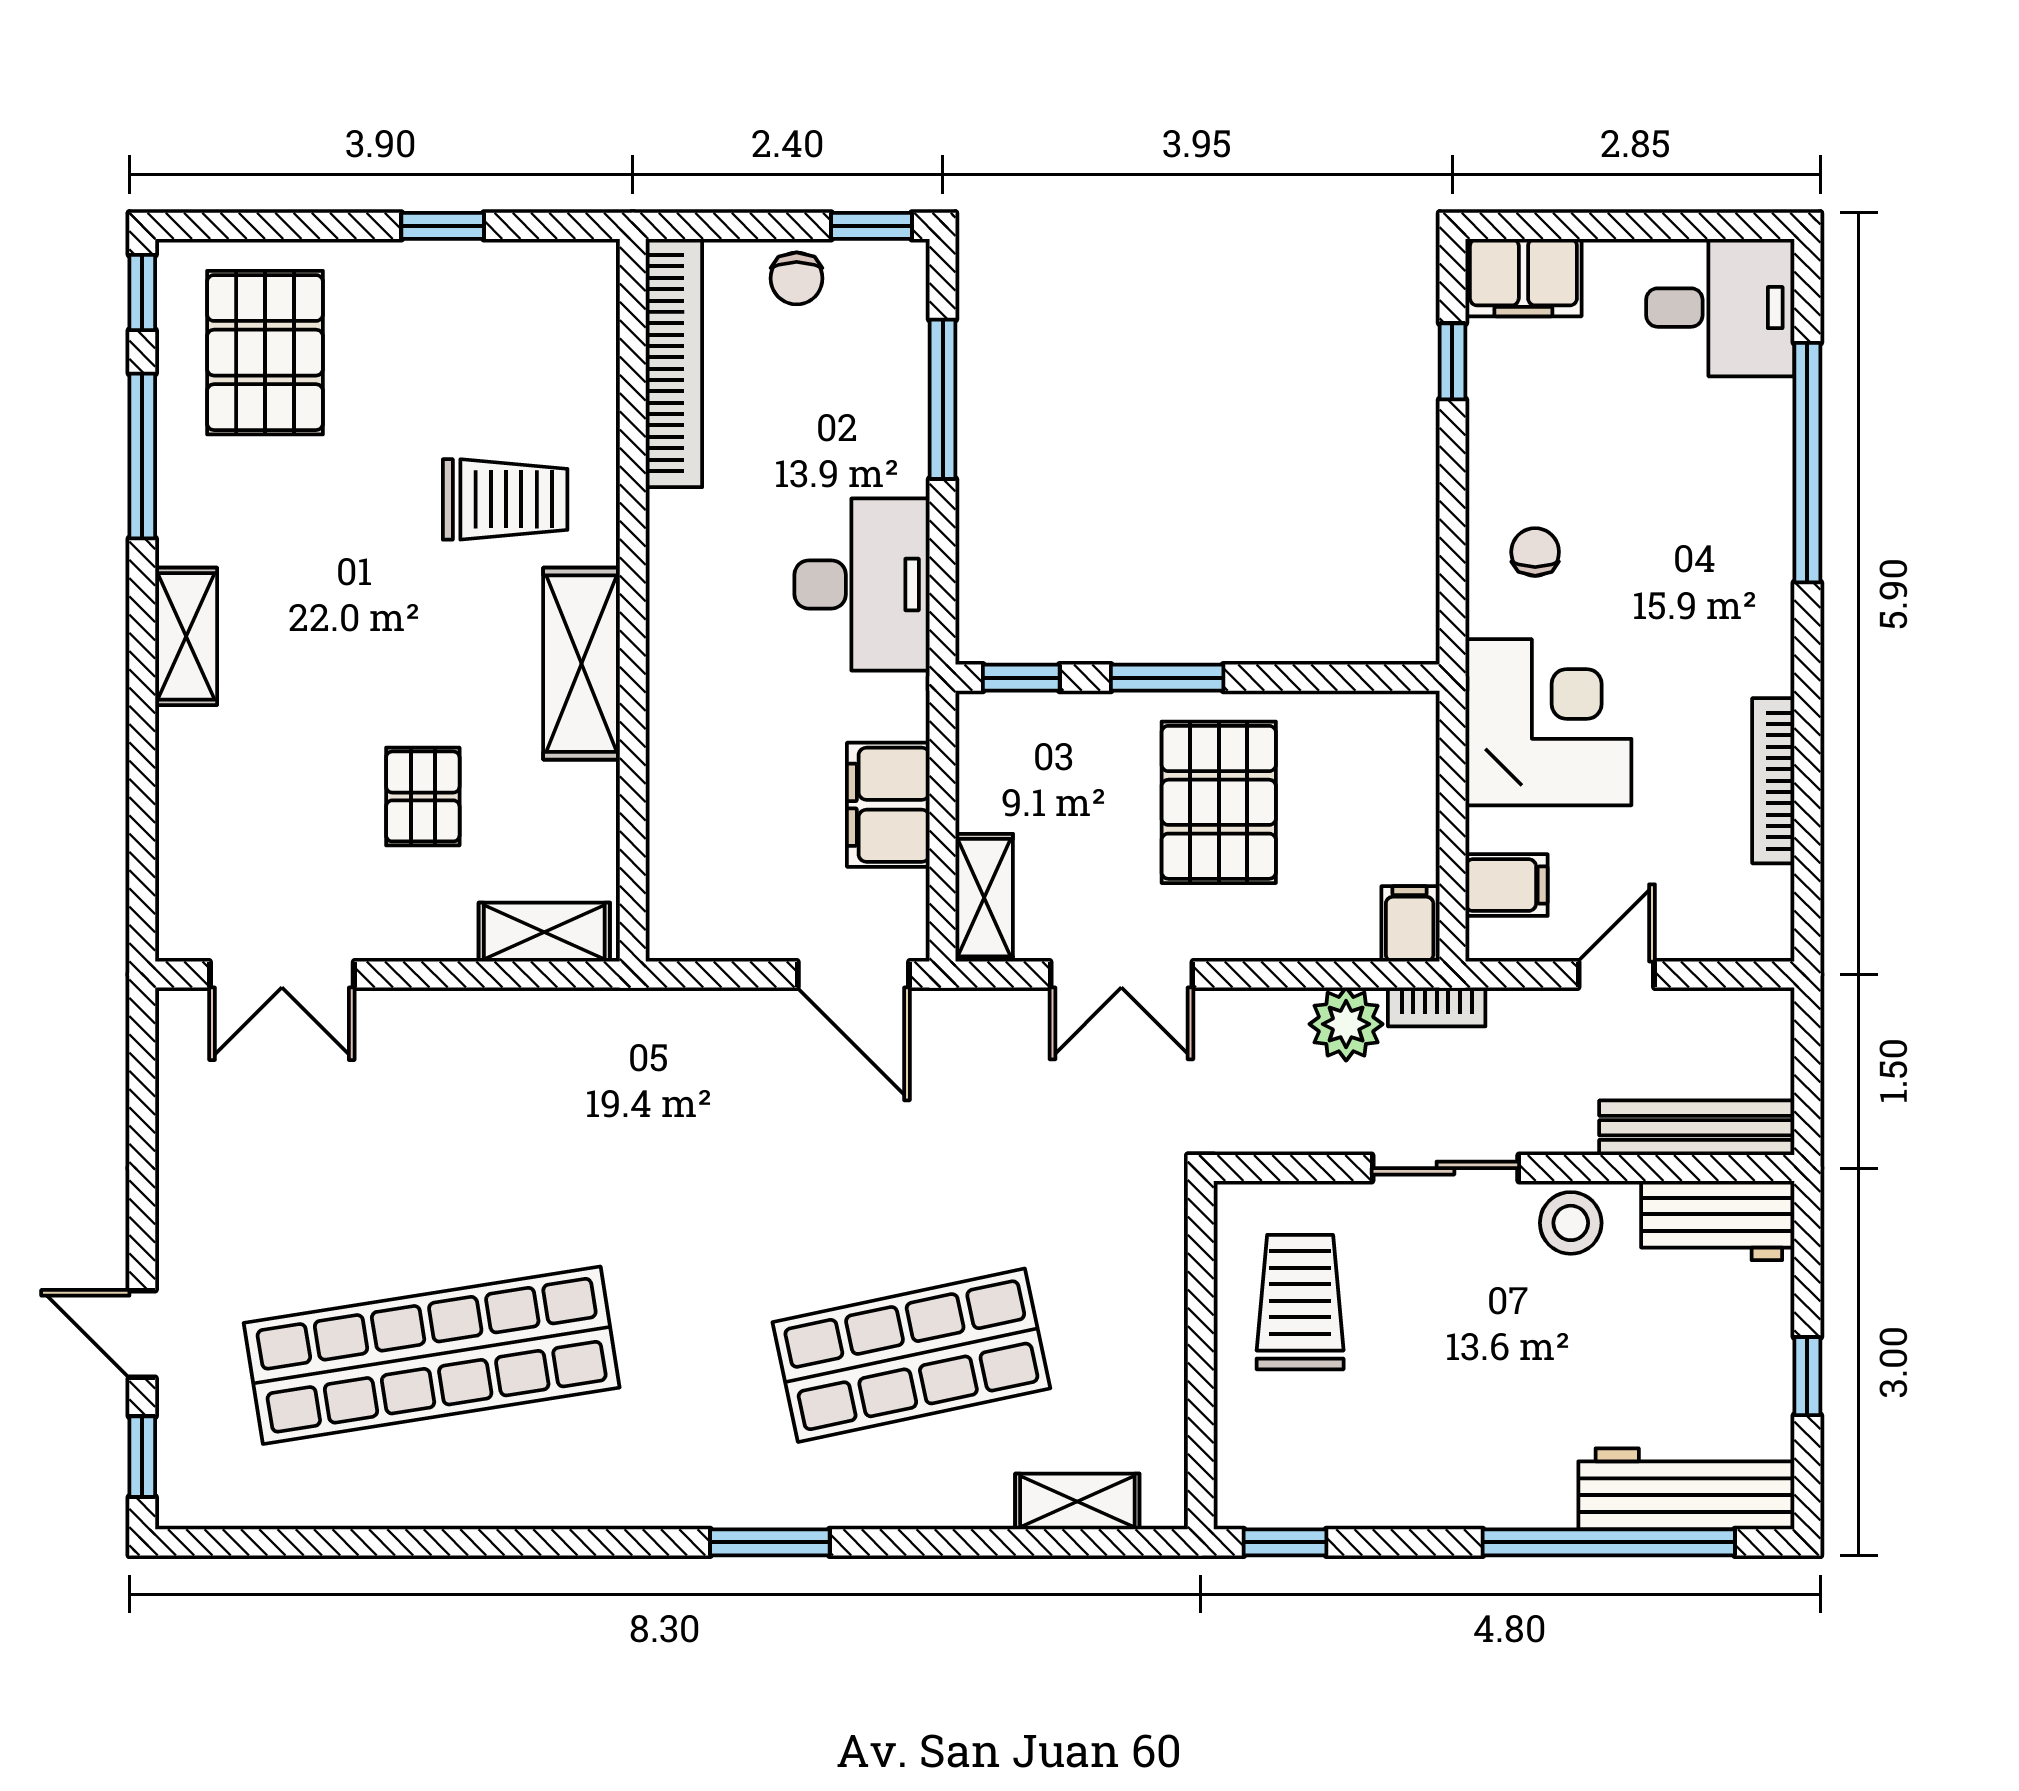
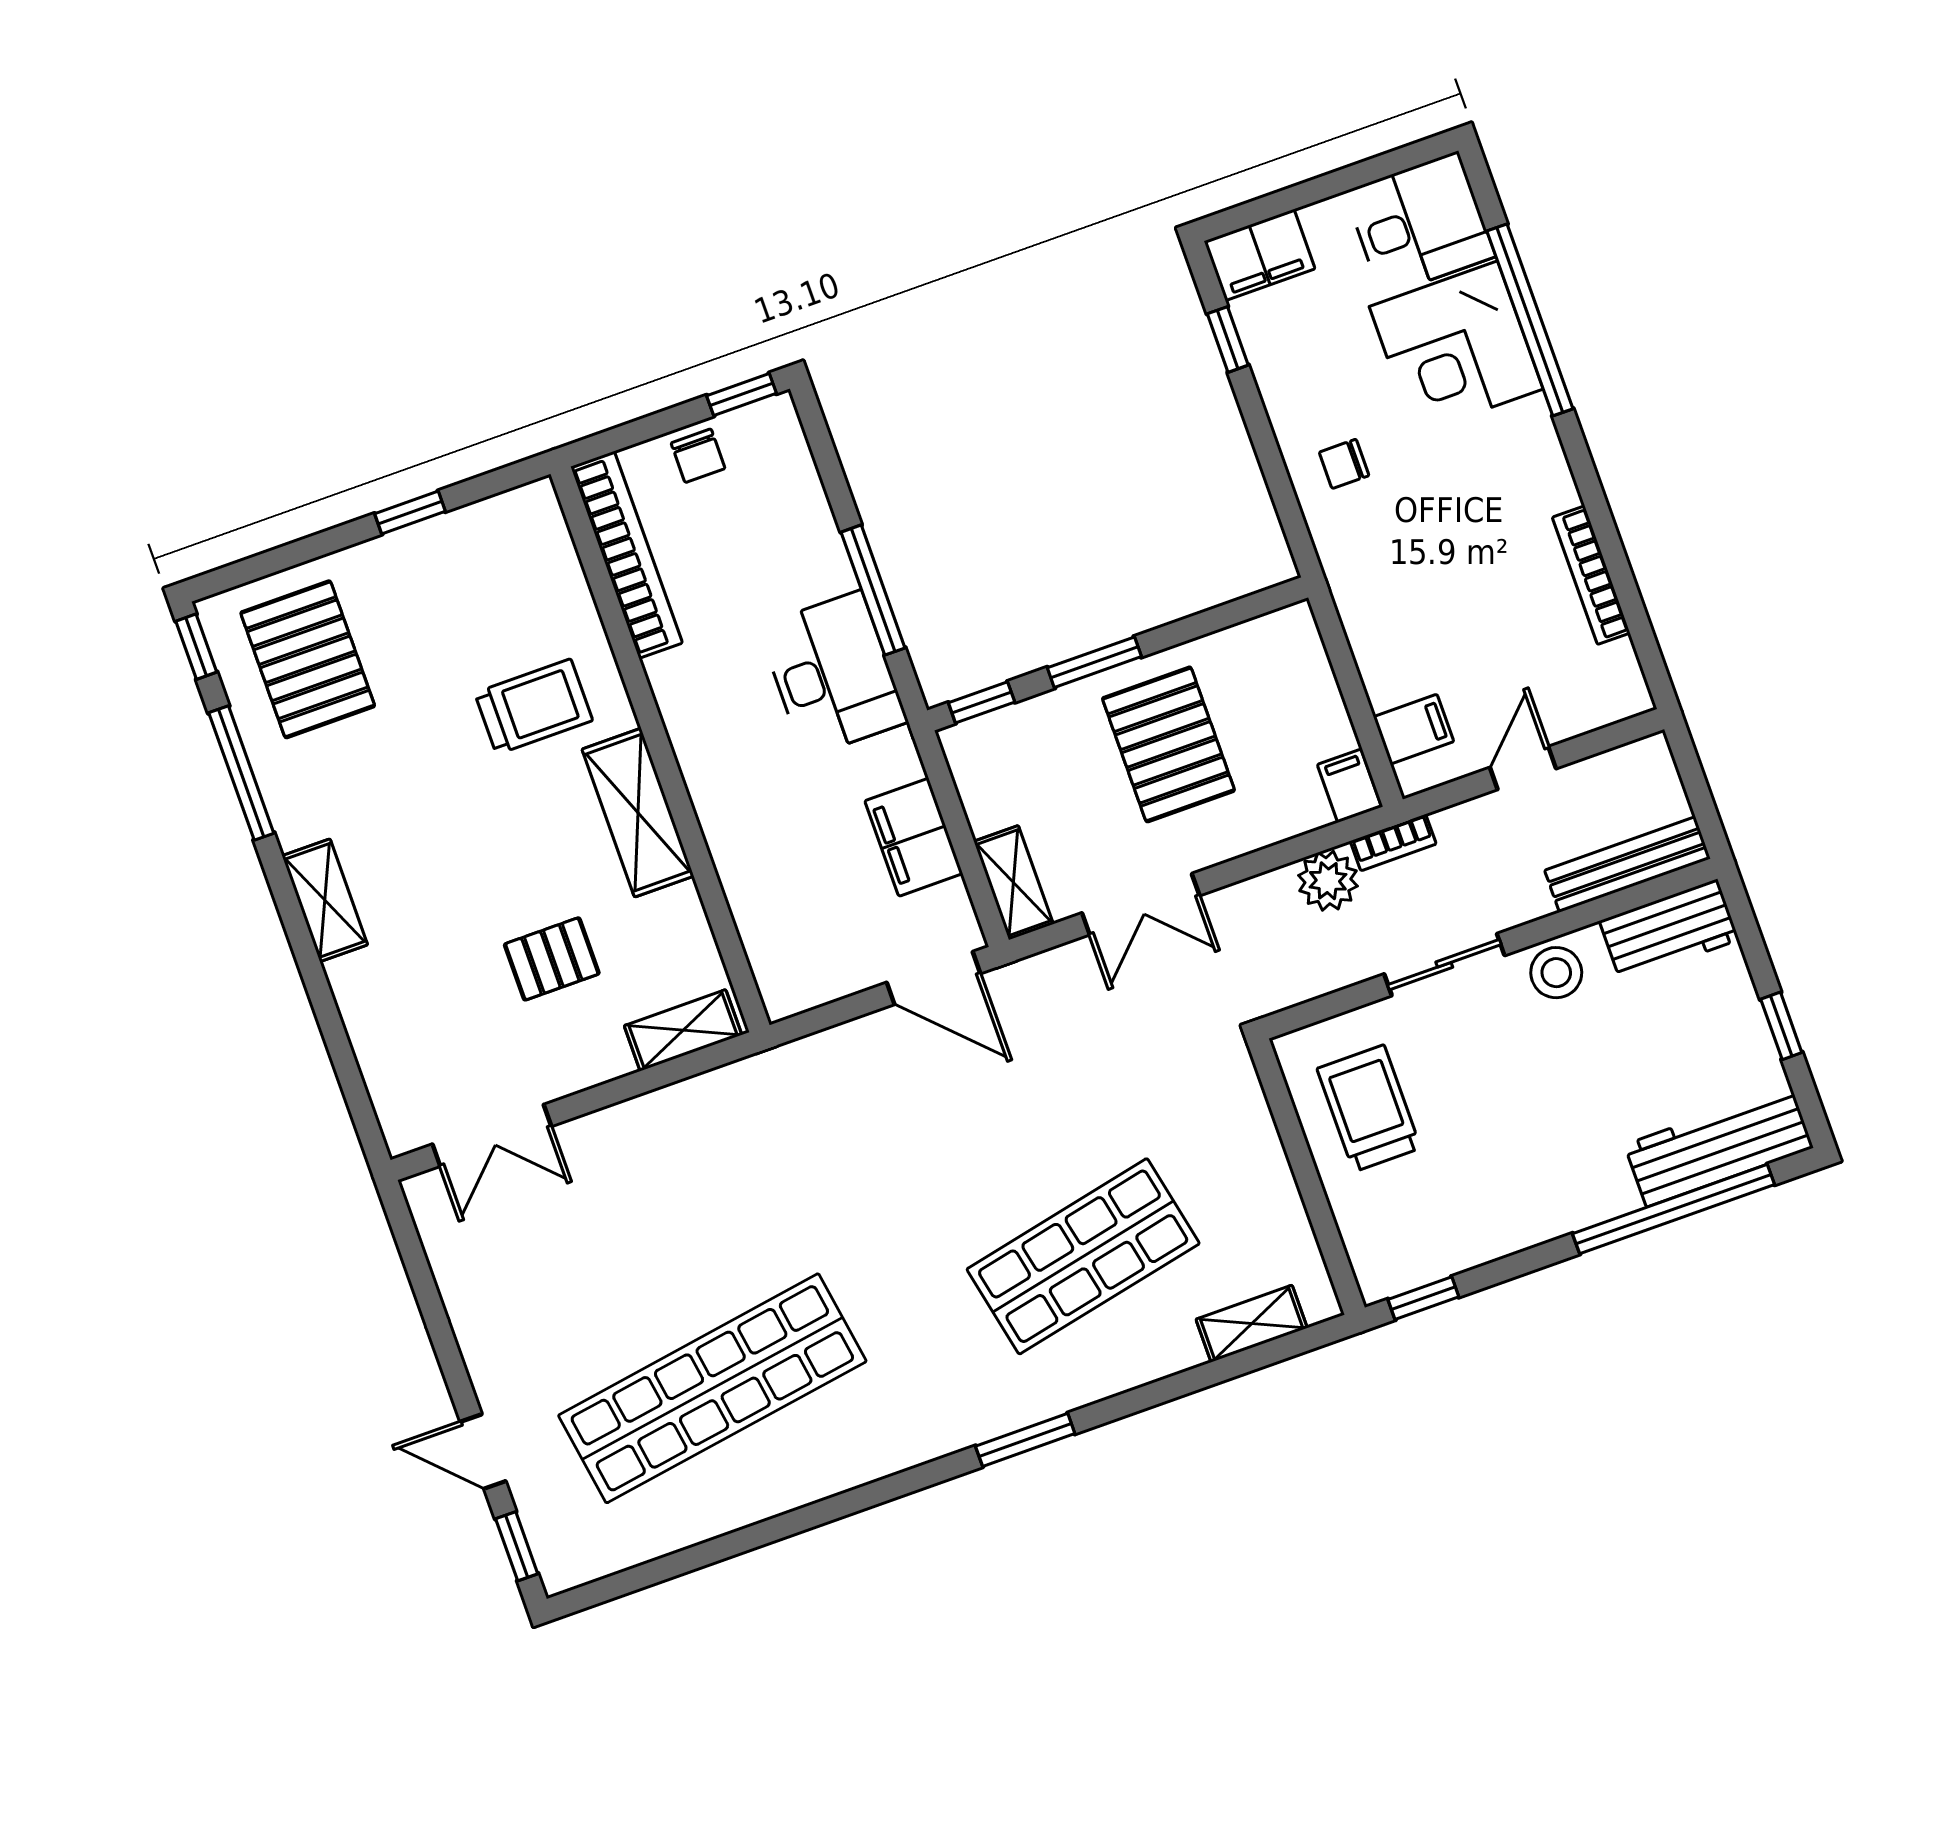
window: (943, 399) -> (873, 590), moved
chair: (1535, 552) -> (1344, 464), turned -90
corner desk: (1548, 722) -> (1456, 348), moved, turned 180
pallet: (423, 796) -> (552, 959), turned 90

